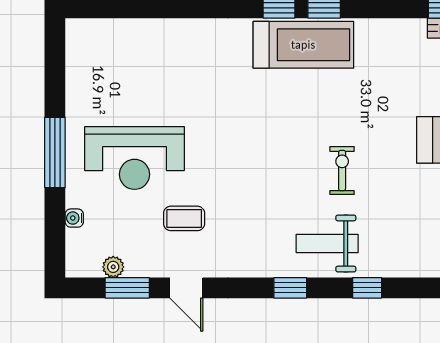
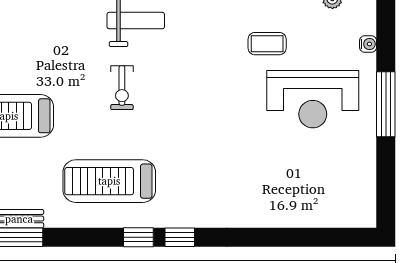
treadmill: (303, 45) -> (109, 181), moved
reception desk: (134, 158) -> (313, 99), turned 180

